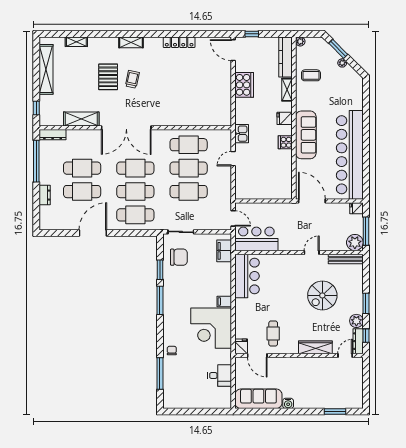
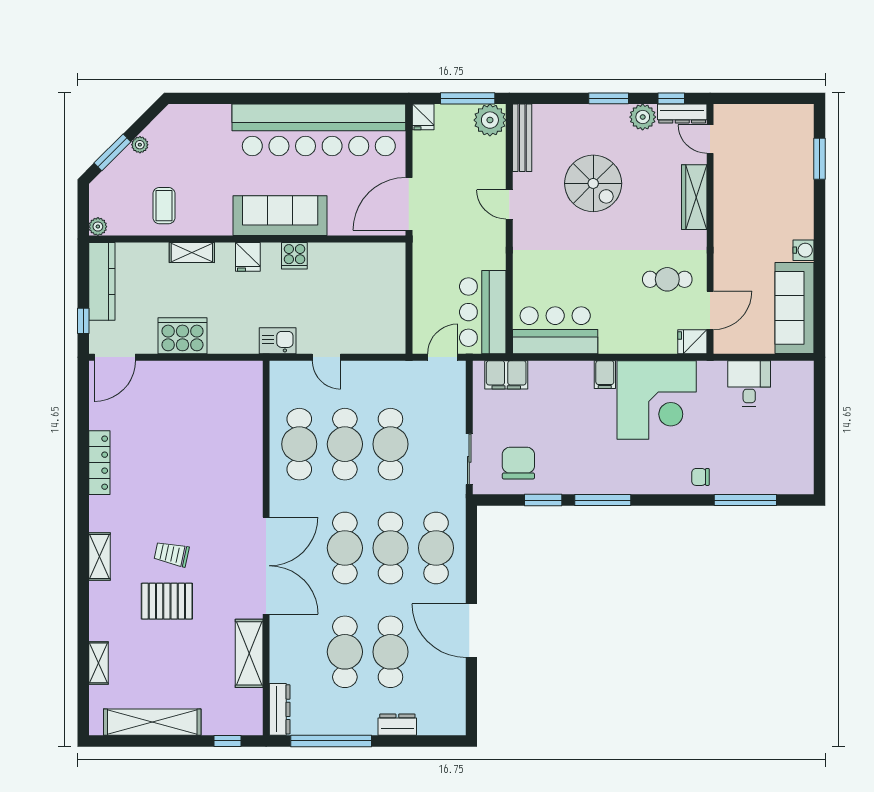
kitchen counter: (285, 57) -> (102, 281), moved, turned -90

